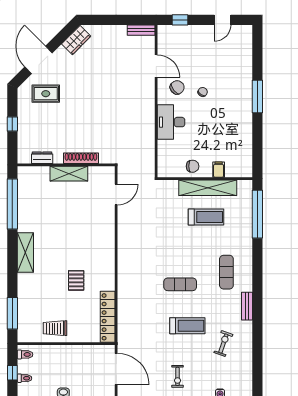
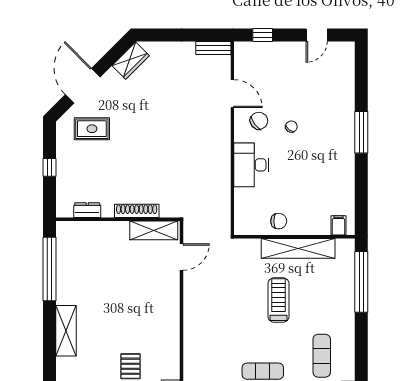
filing cabinet: (219, 170) -> (338, 225), moved
shelving: (69, 174) -> (154, 230), moved
treadmill: (206, 217) -> (278, 300), moved, turned -90

